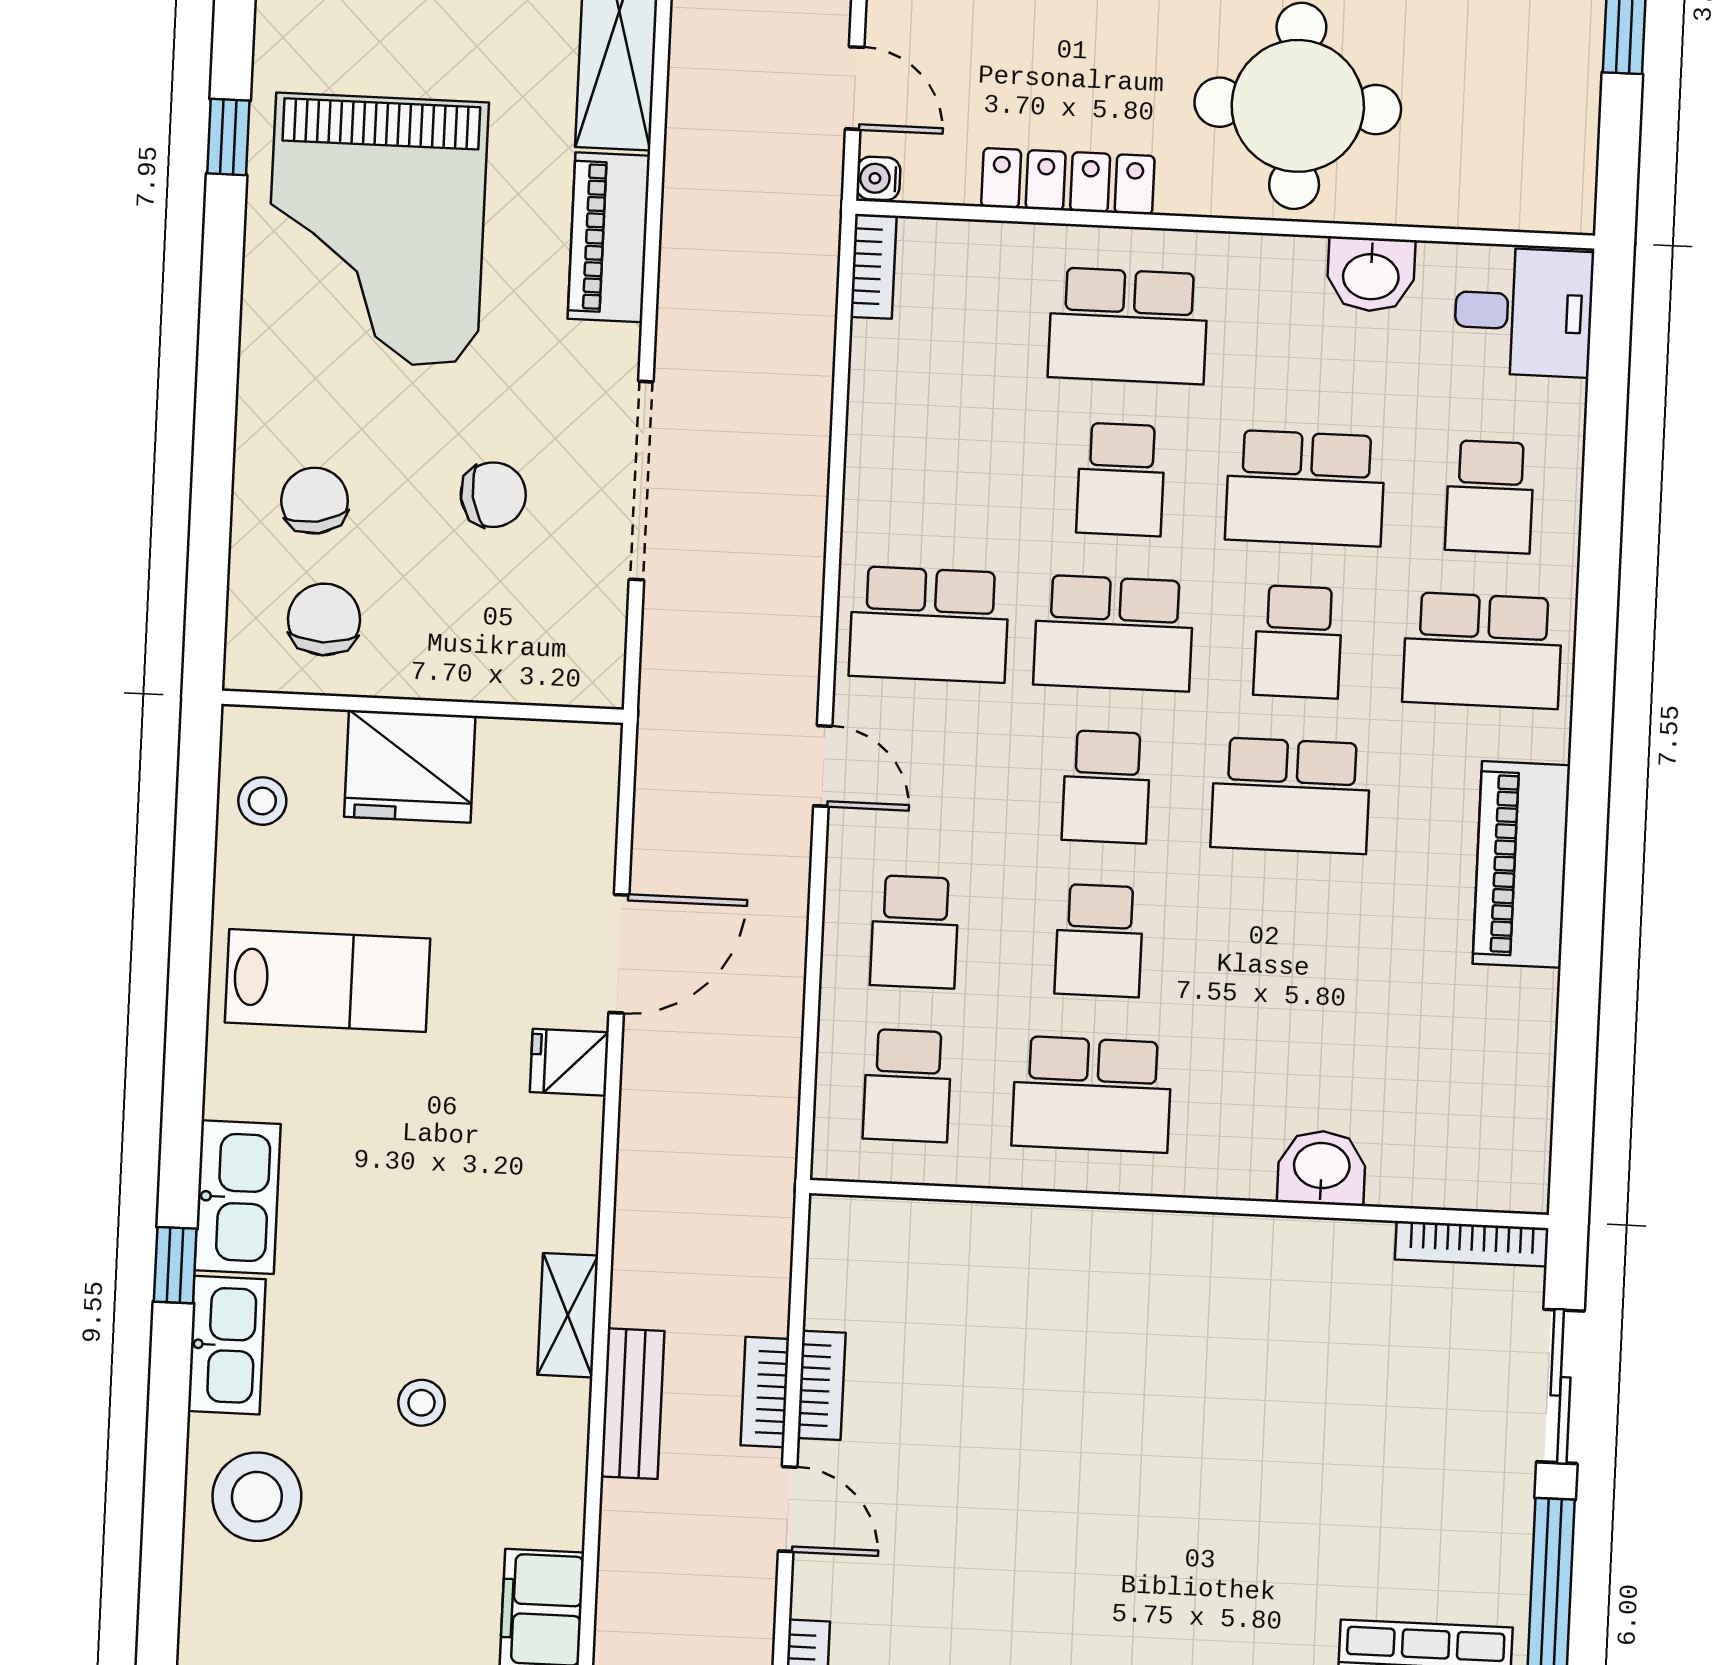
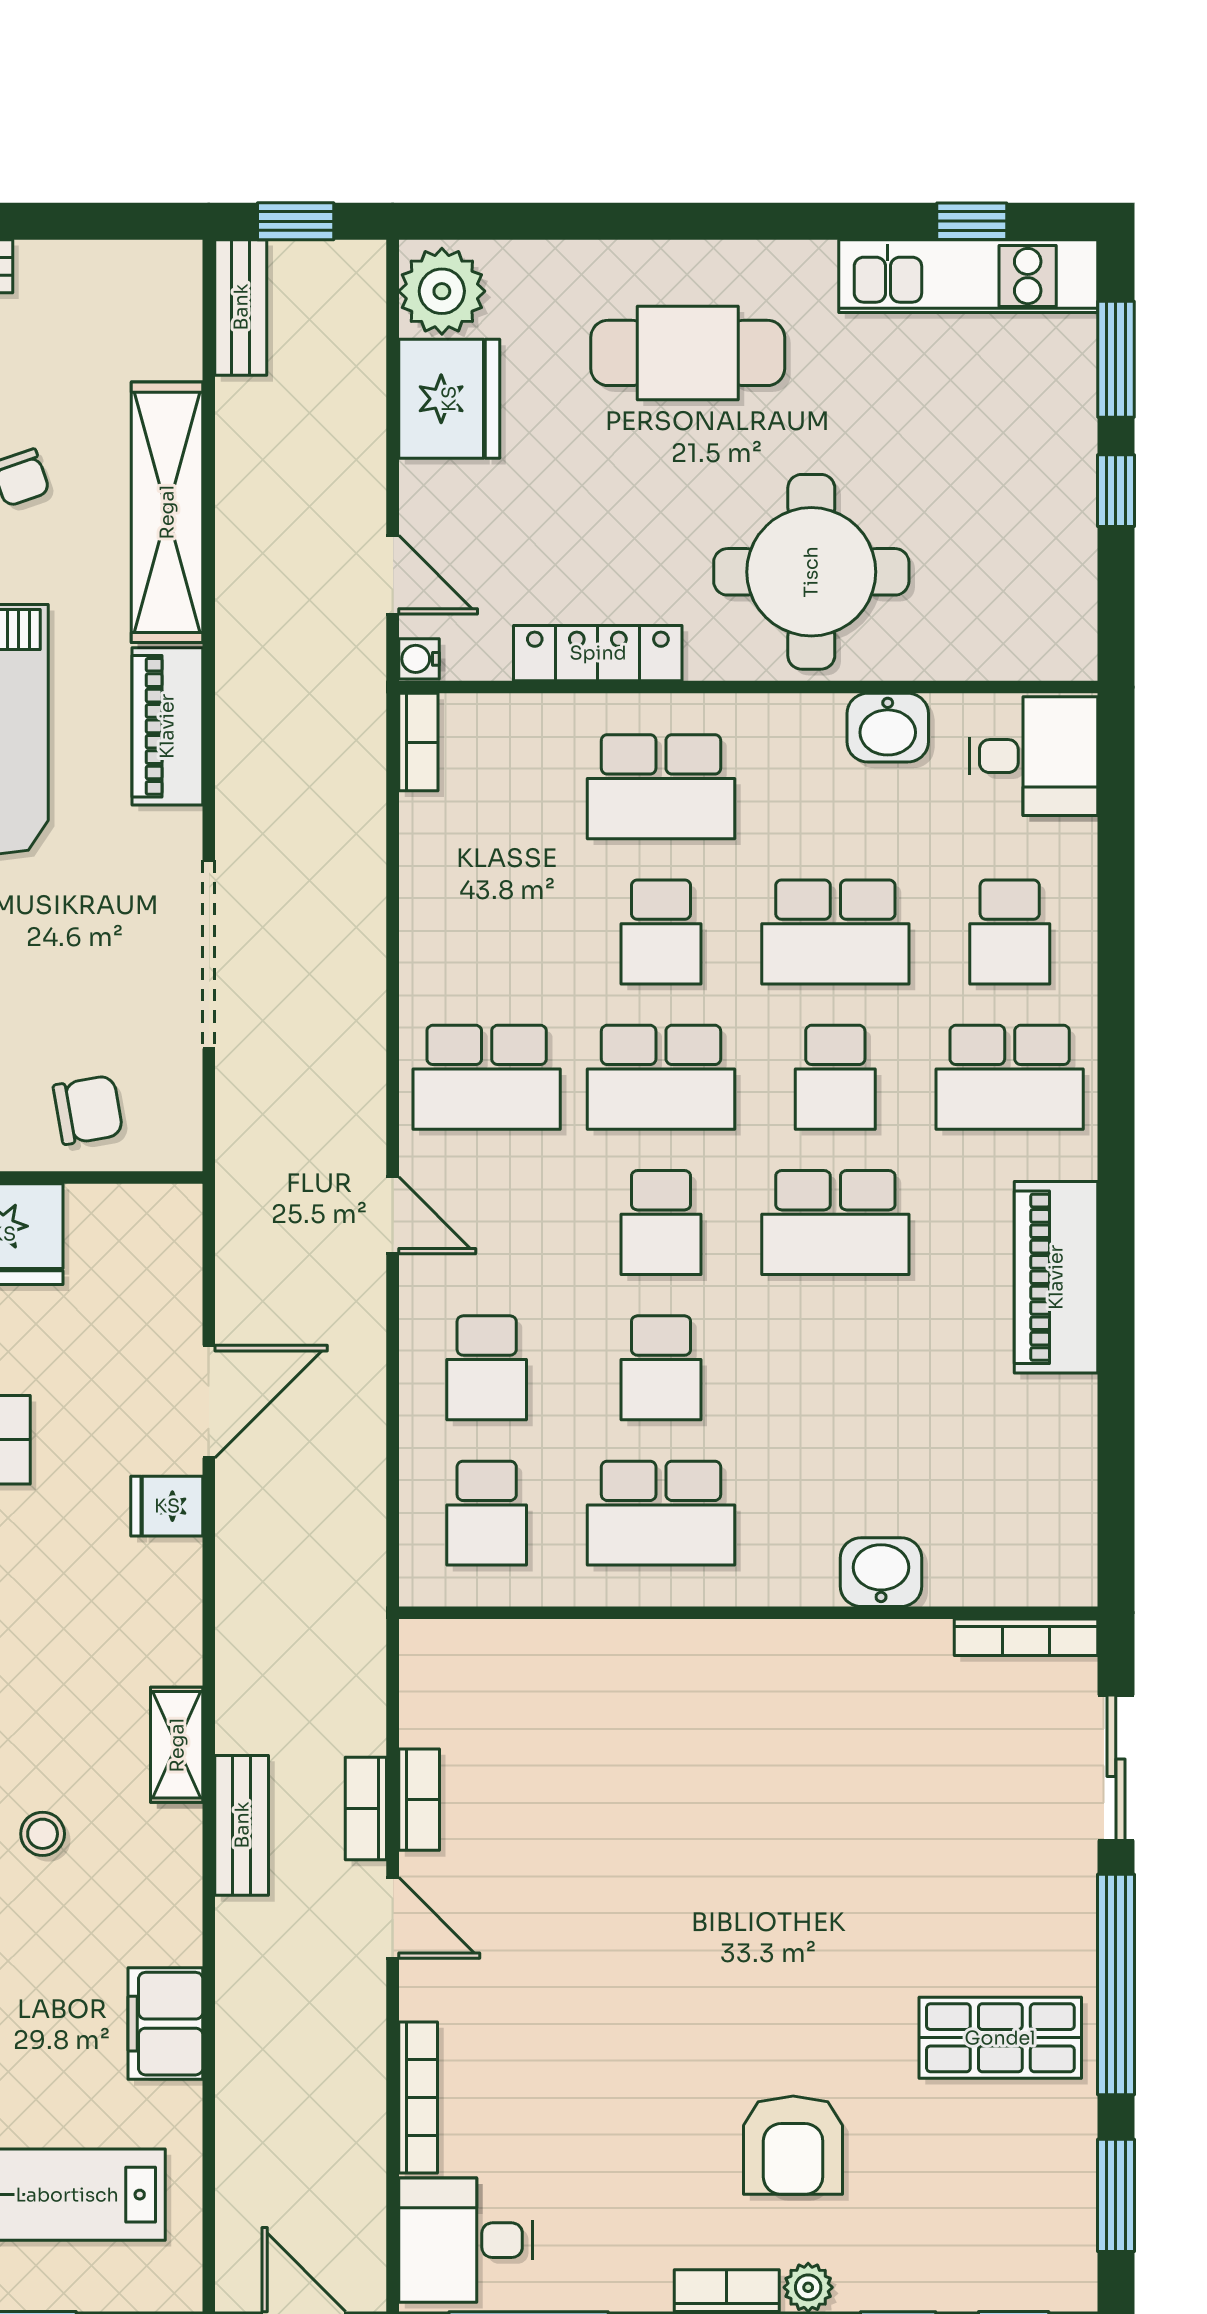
chair: (493, 495) -> (88, 1110), moved

